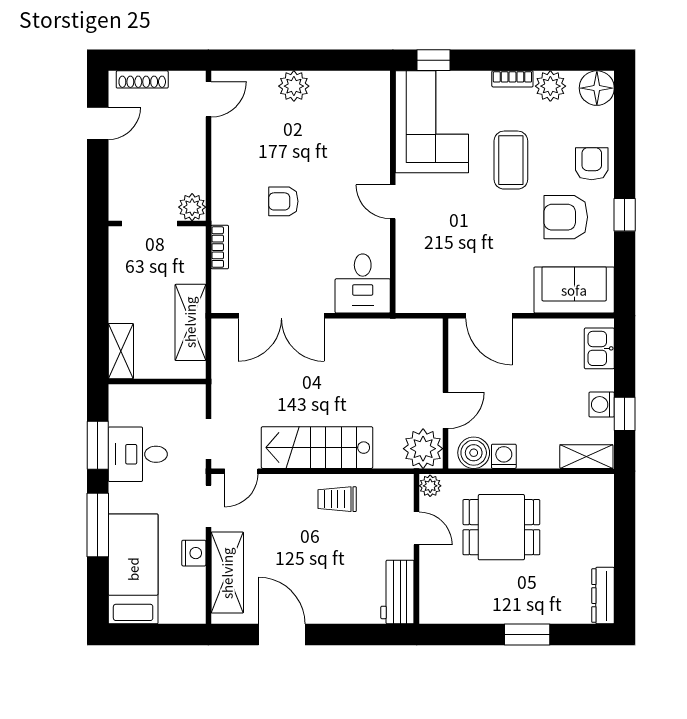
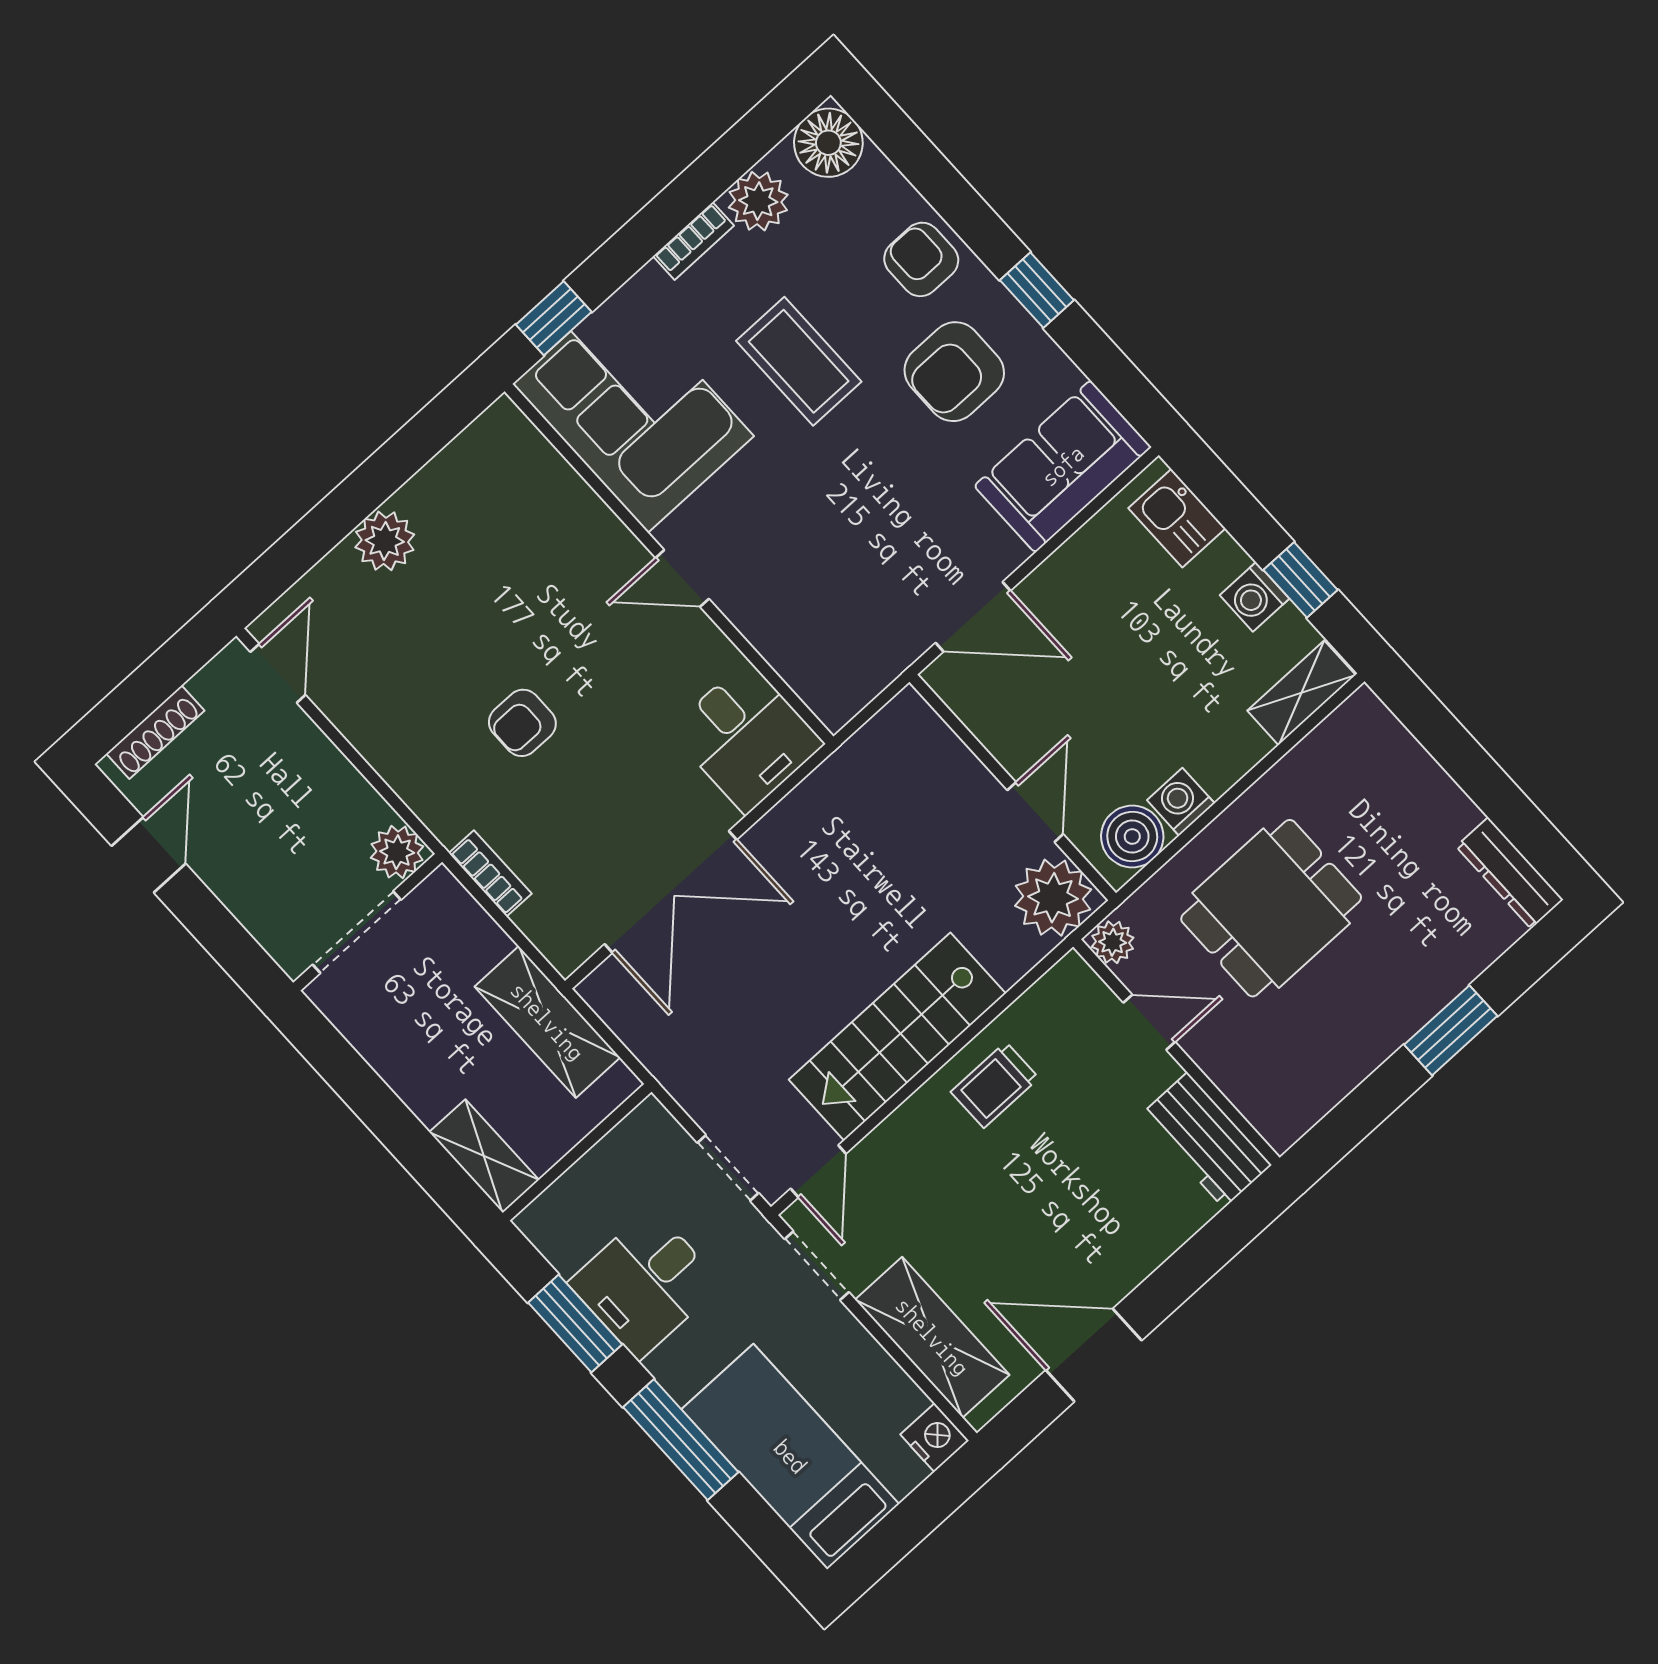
nightstand: (194, 553) -> (935, 1438), moved

